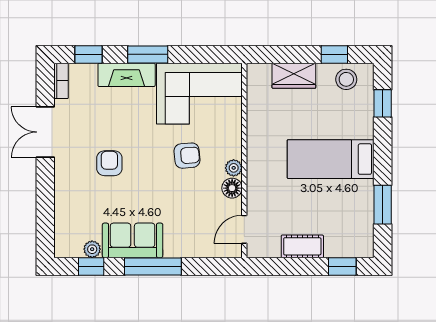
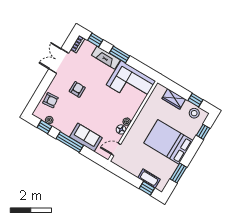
armchair: (187, 156) -> (51, 100), moved
bed: (331, 159) -> (168, 142), width x1.50
sofa: (133, 240) -> (86, 137), moved
cot: (302, 246) -> (149, 179), moved

